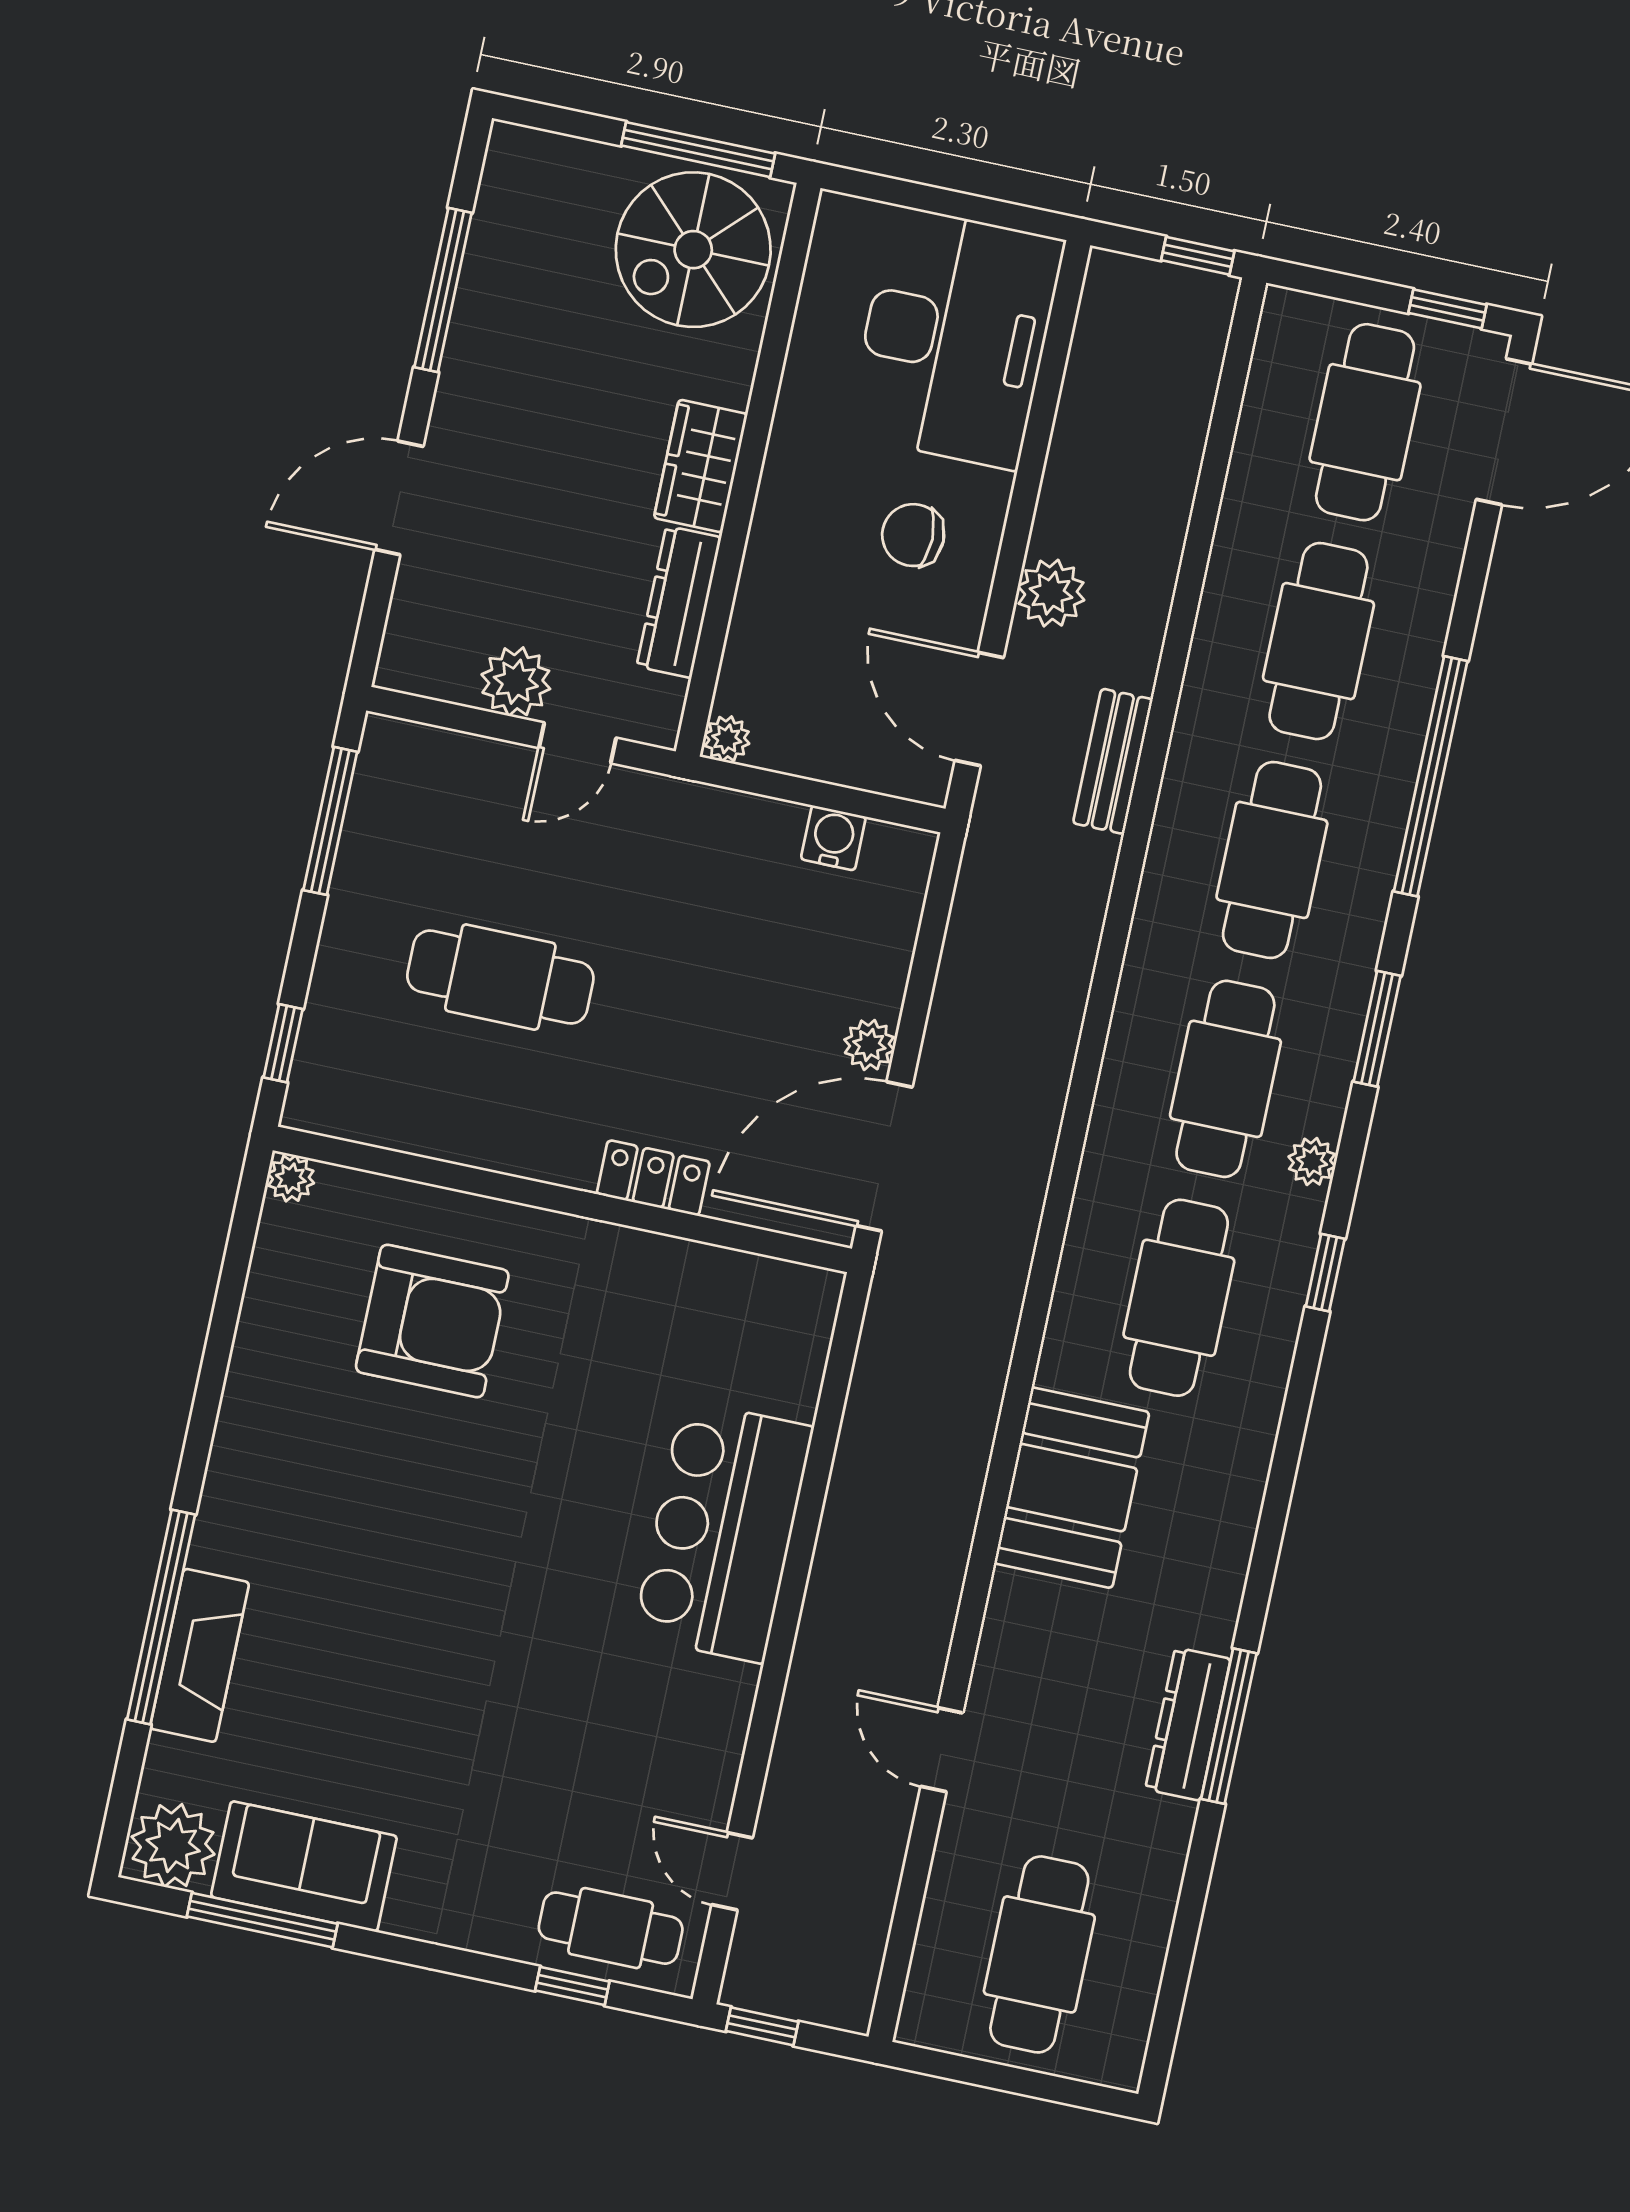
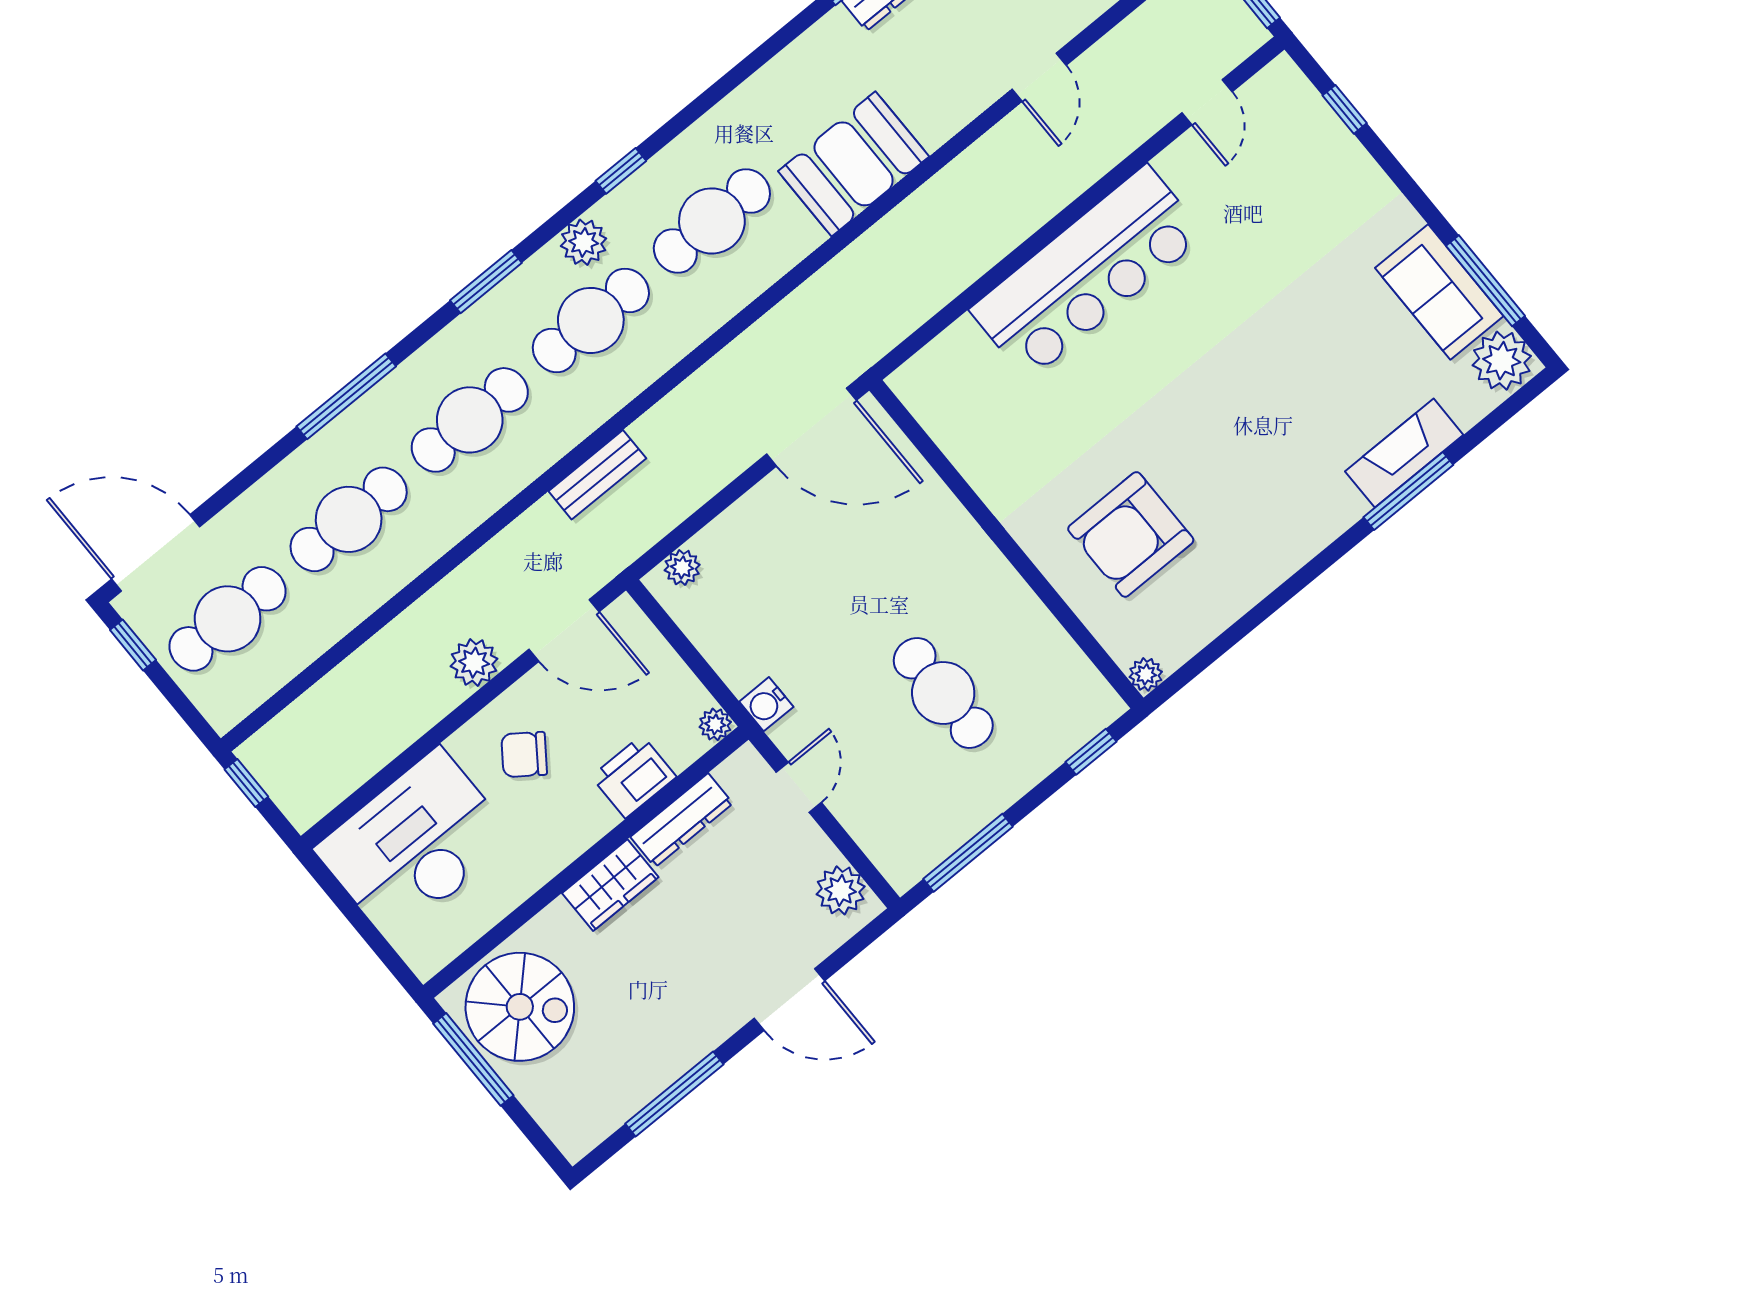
chair: (913, 535) -> (524, 755), turned 126
printer: (771, 608) -> (634, 777), added
plant: (516, 682) -> (841, 890), moved
door: (979, 709) -> (564, 630), hinge flipped
door: (578, 743) -> (799, 787), hinge flipped
bench: (1113, 761) -> (597, 475), moved
window: (1431, 776) -> (346, 396), width x0.68
water cooler: (833, 838) -> (766, 704), moved
plant: (869, 1045) -> (682, 567), moved
plant: (1312, 1162) -> (584, 242), width x1.38, depth x1.38
locker: (653, 1178) -> (947, 516), removed
armchair: (432, 1321) -> (1131, 534), turned -90
bar counter: (723, 1532) -> (1087, 273), width x1.36
window: (161, 1617) -> (1408, 491), width x0.68
cafe table: (611, 1928) -> (1298, 124), removed

